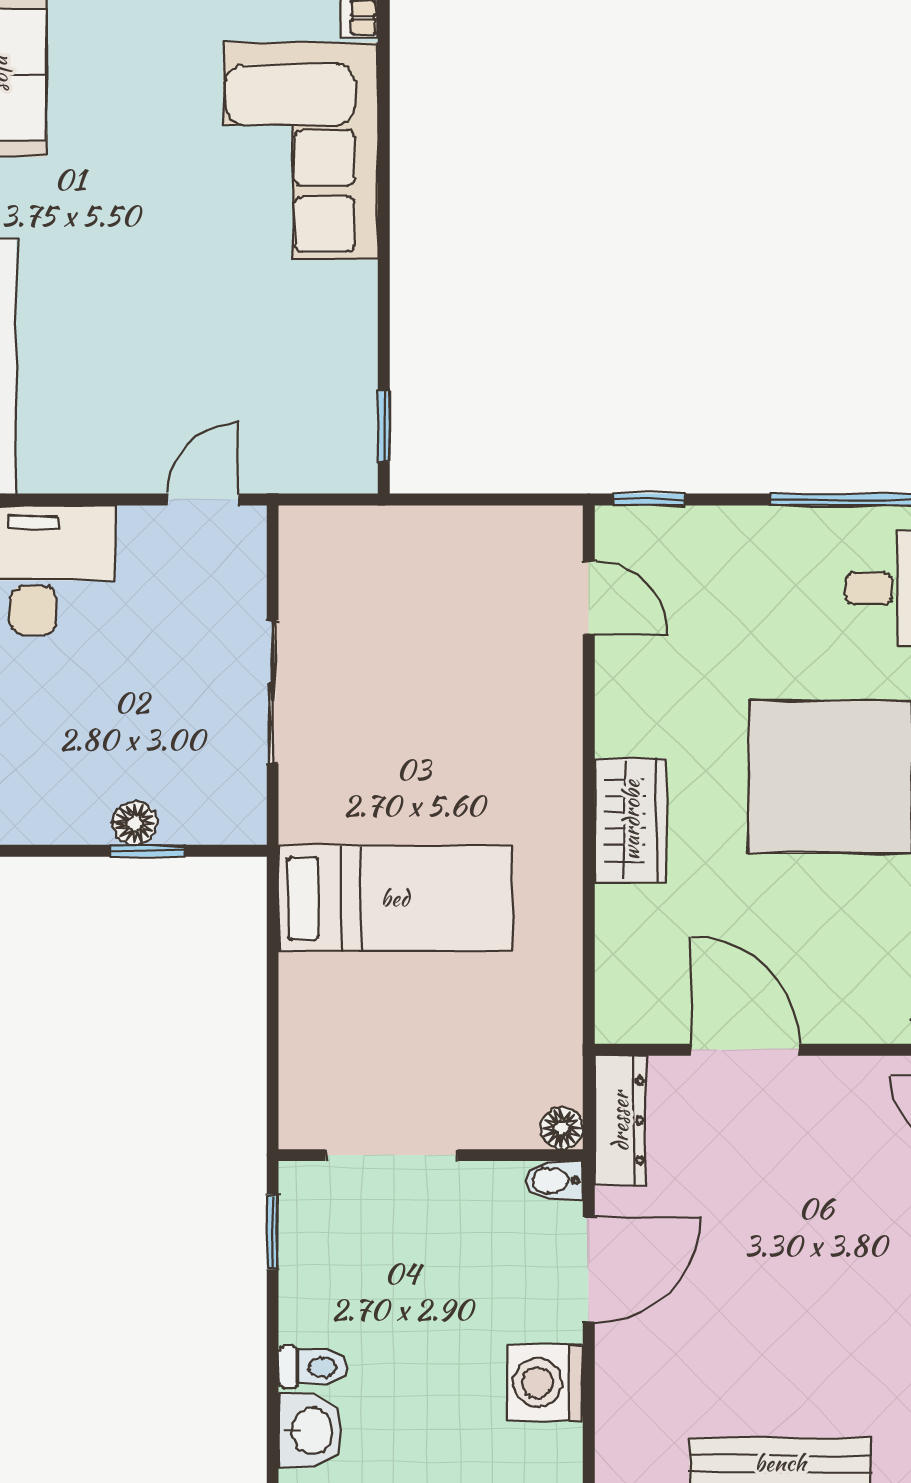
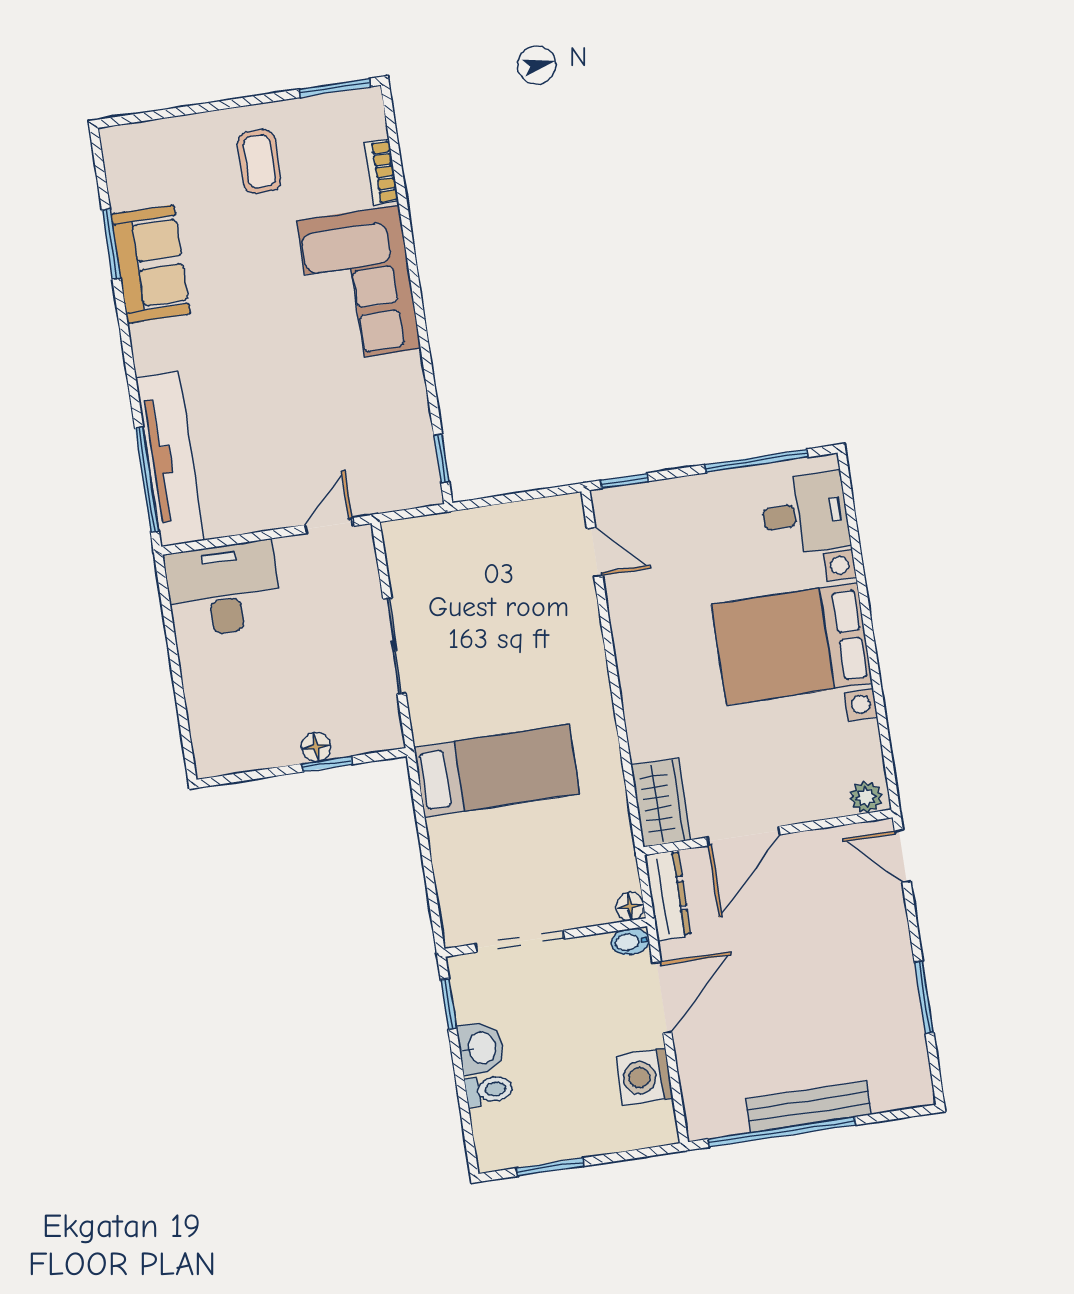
wardrobe: (631, 820) -> (661, 802), moved
door: (745, 1050) -> (744, 836), swing flipped
washbasin: (310, 1431) -> (481, 1048), moved

